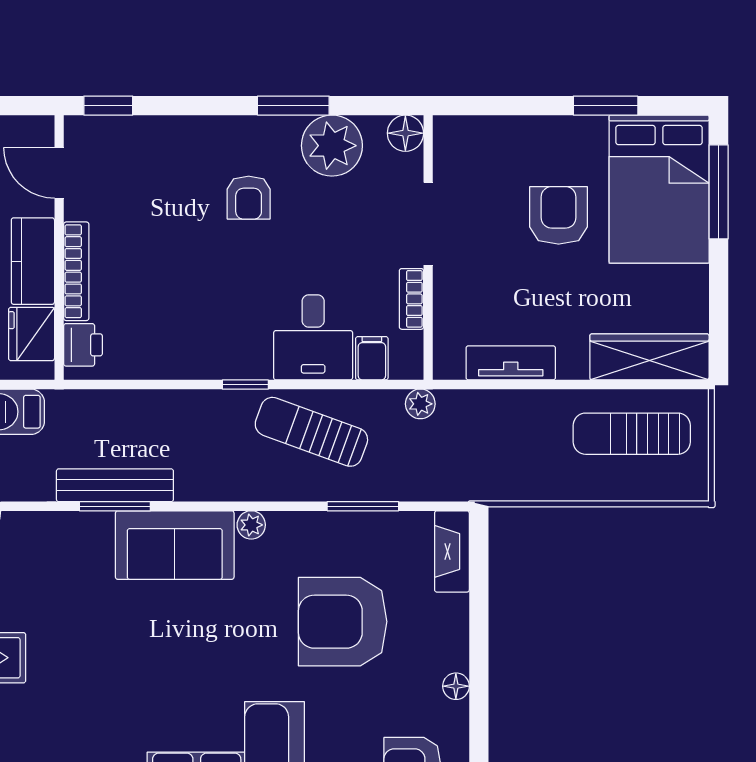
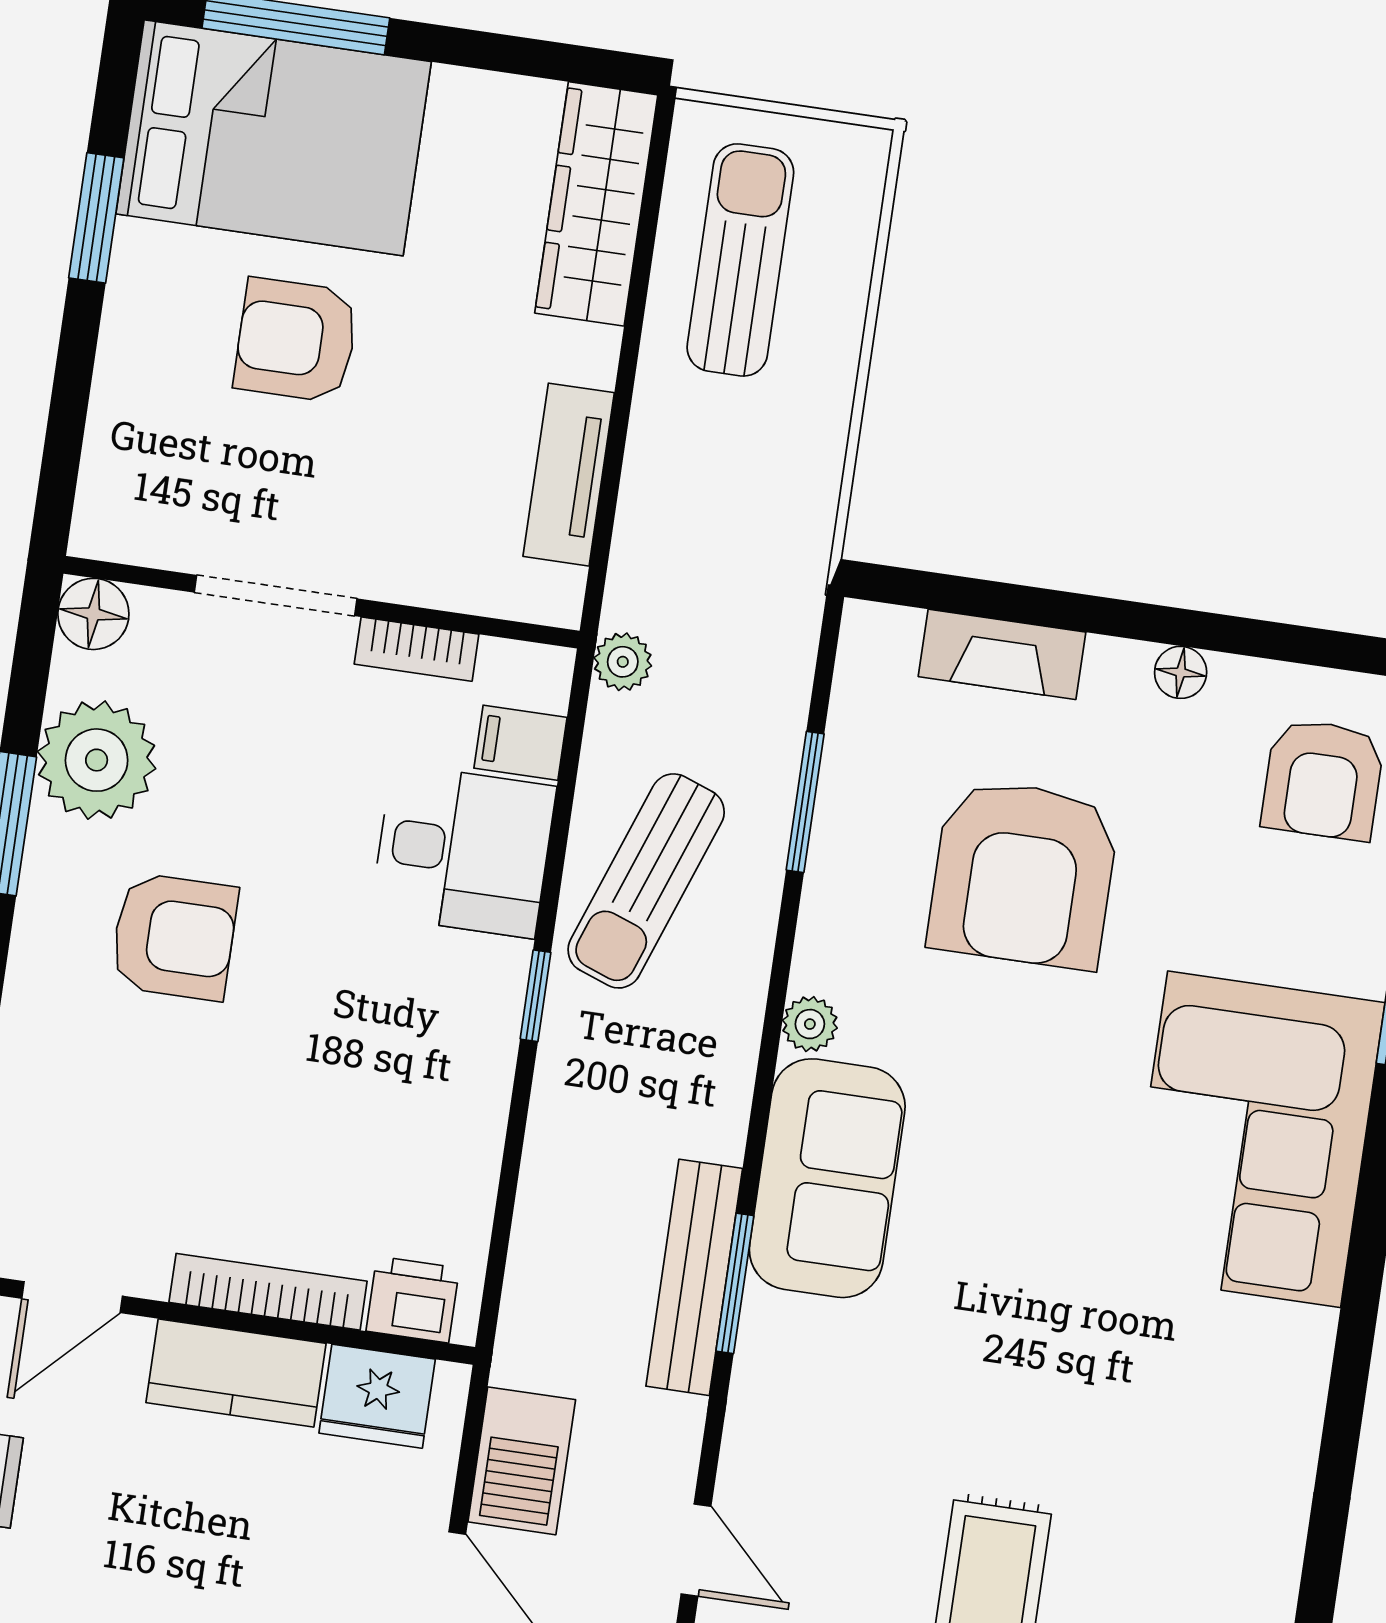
armchair: (249, 198) -> (174, 937), width x1.38, depth x1.38
sun lounger: (632, 434) -> (740, 260), turned 180
fireplace: (452, 551) -> (1002, 654), moved

